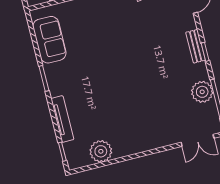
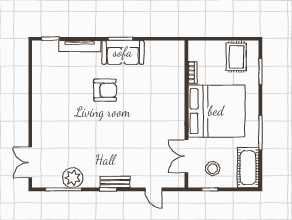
sofa: (49, 40) -> (123, 52), moved
armchair: (102, 81) -> (105, 90), added
plant: (101, 151) -> (42, 73), removed

